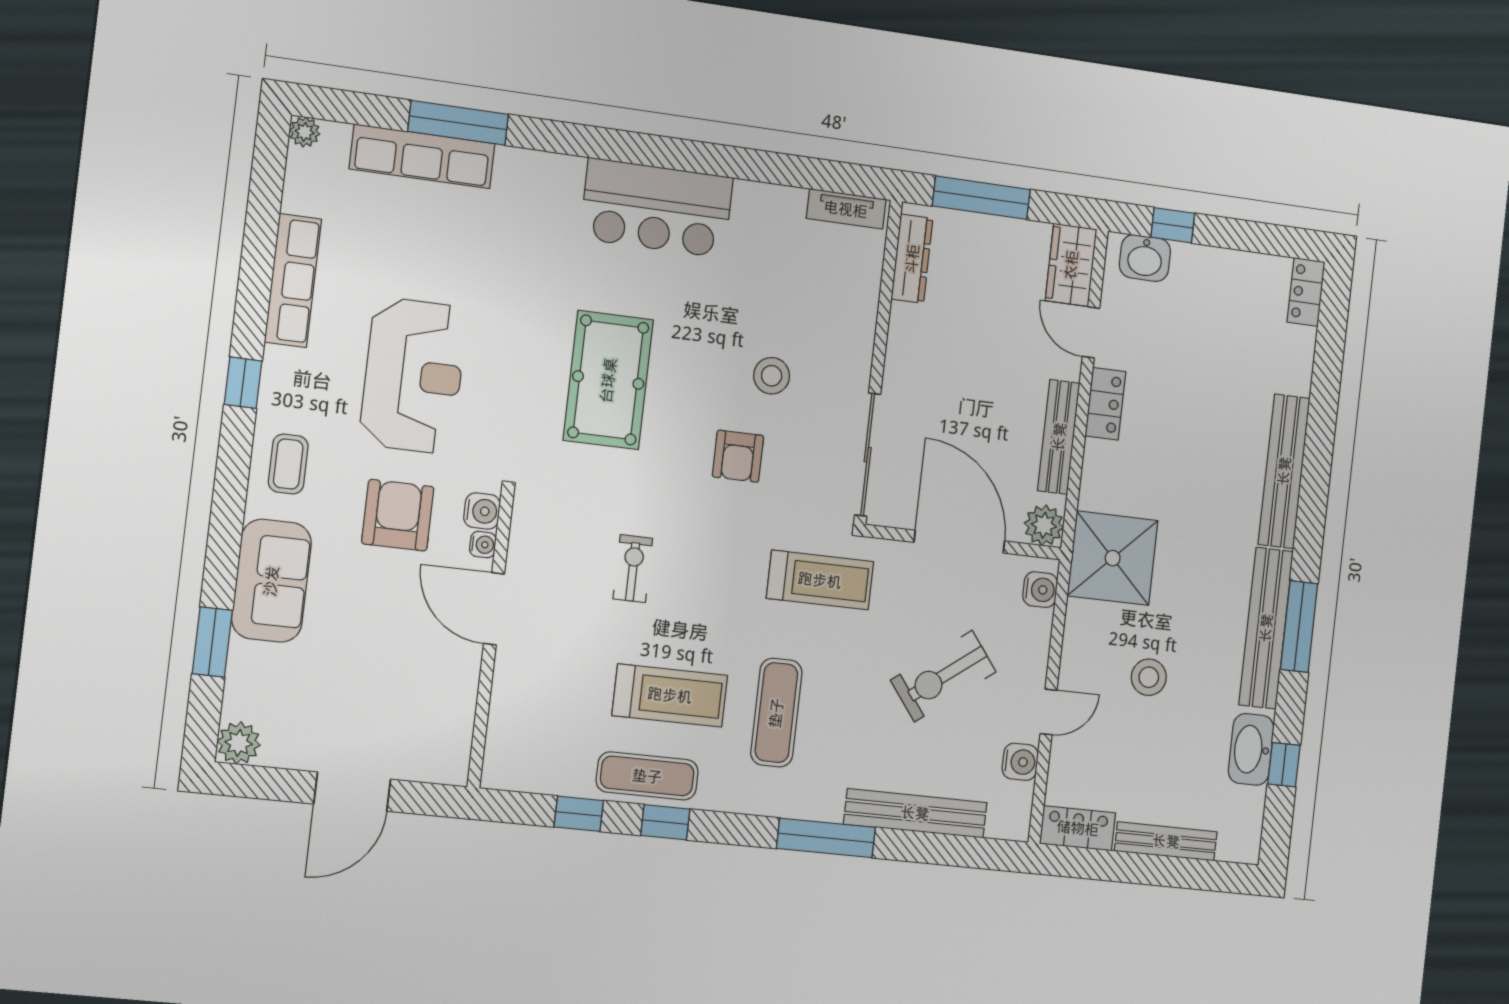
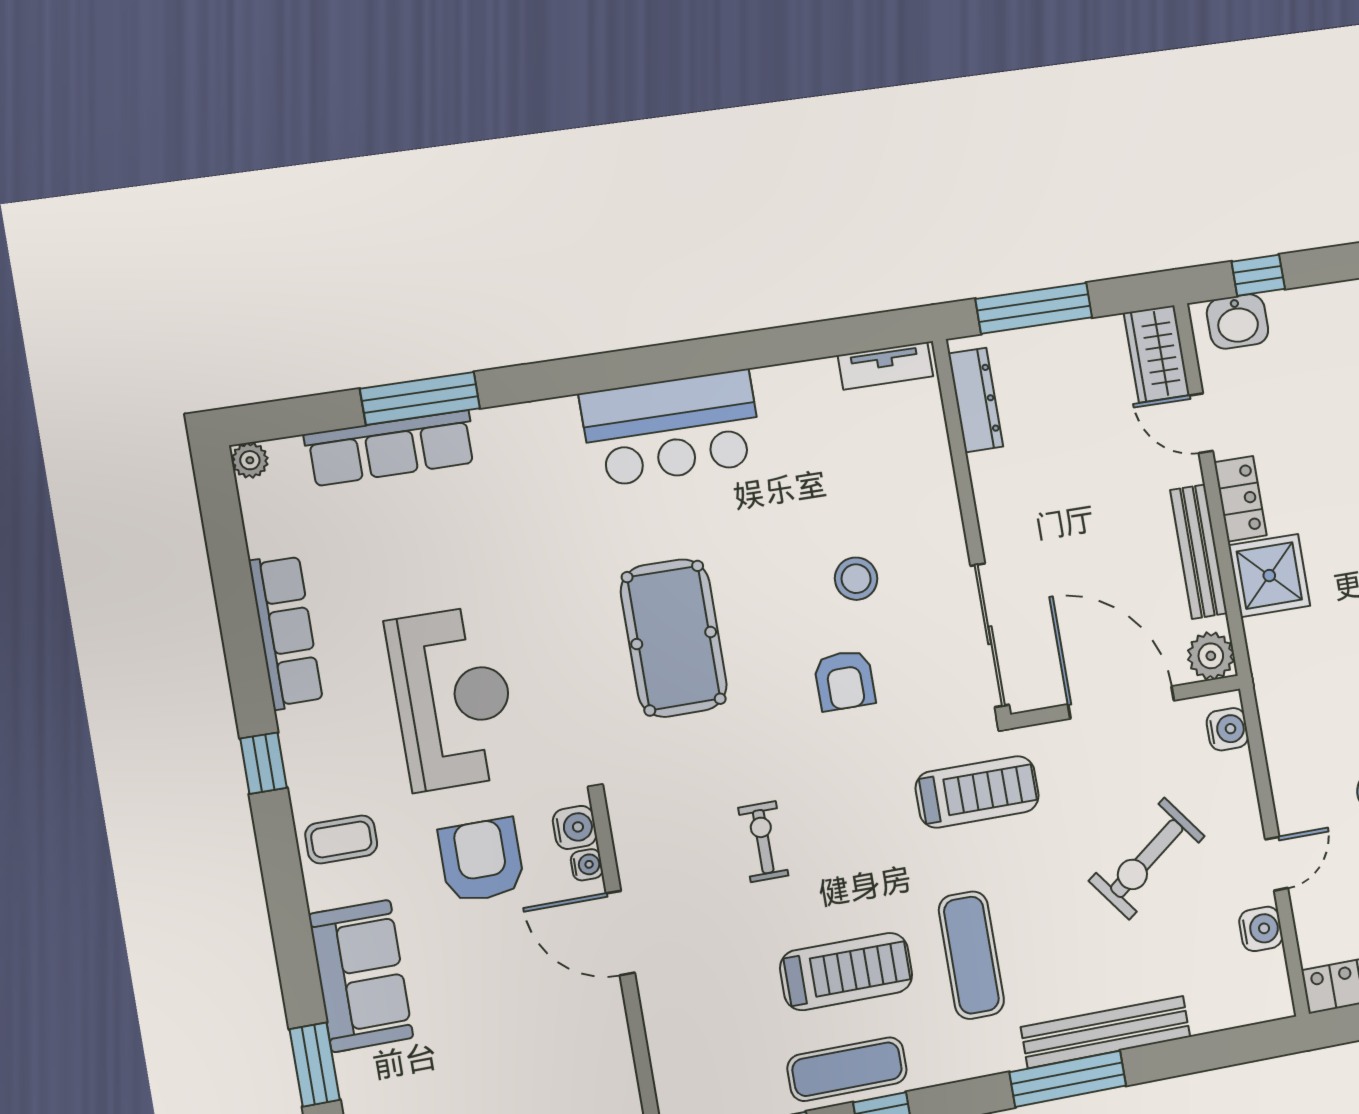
coffee table: (288, 464) -> (341, 839), turned 90
shower: (1113, 558) -> (1269, 576), moved, width x0.73, depth x0.73
bench: (915, 813) -> (1106, 1032), moved

